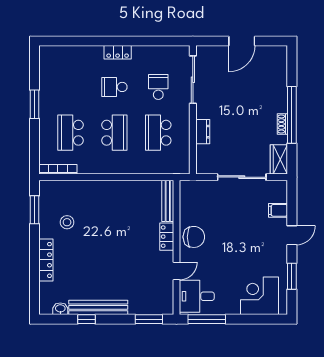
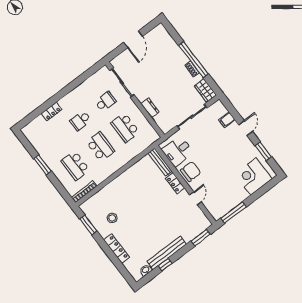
locker: (118, 52) -> (52, 111), moved
school desk: (158, 87) -> (105, 102), turned 90
desk: (197, 296) -> (178, 151), moved

